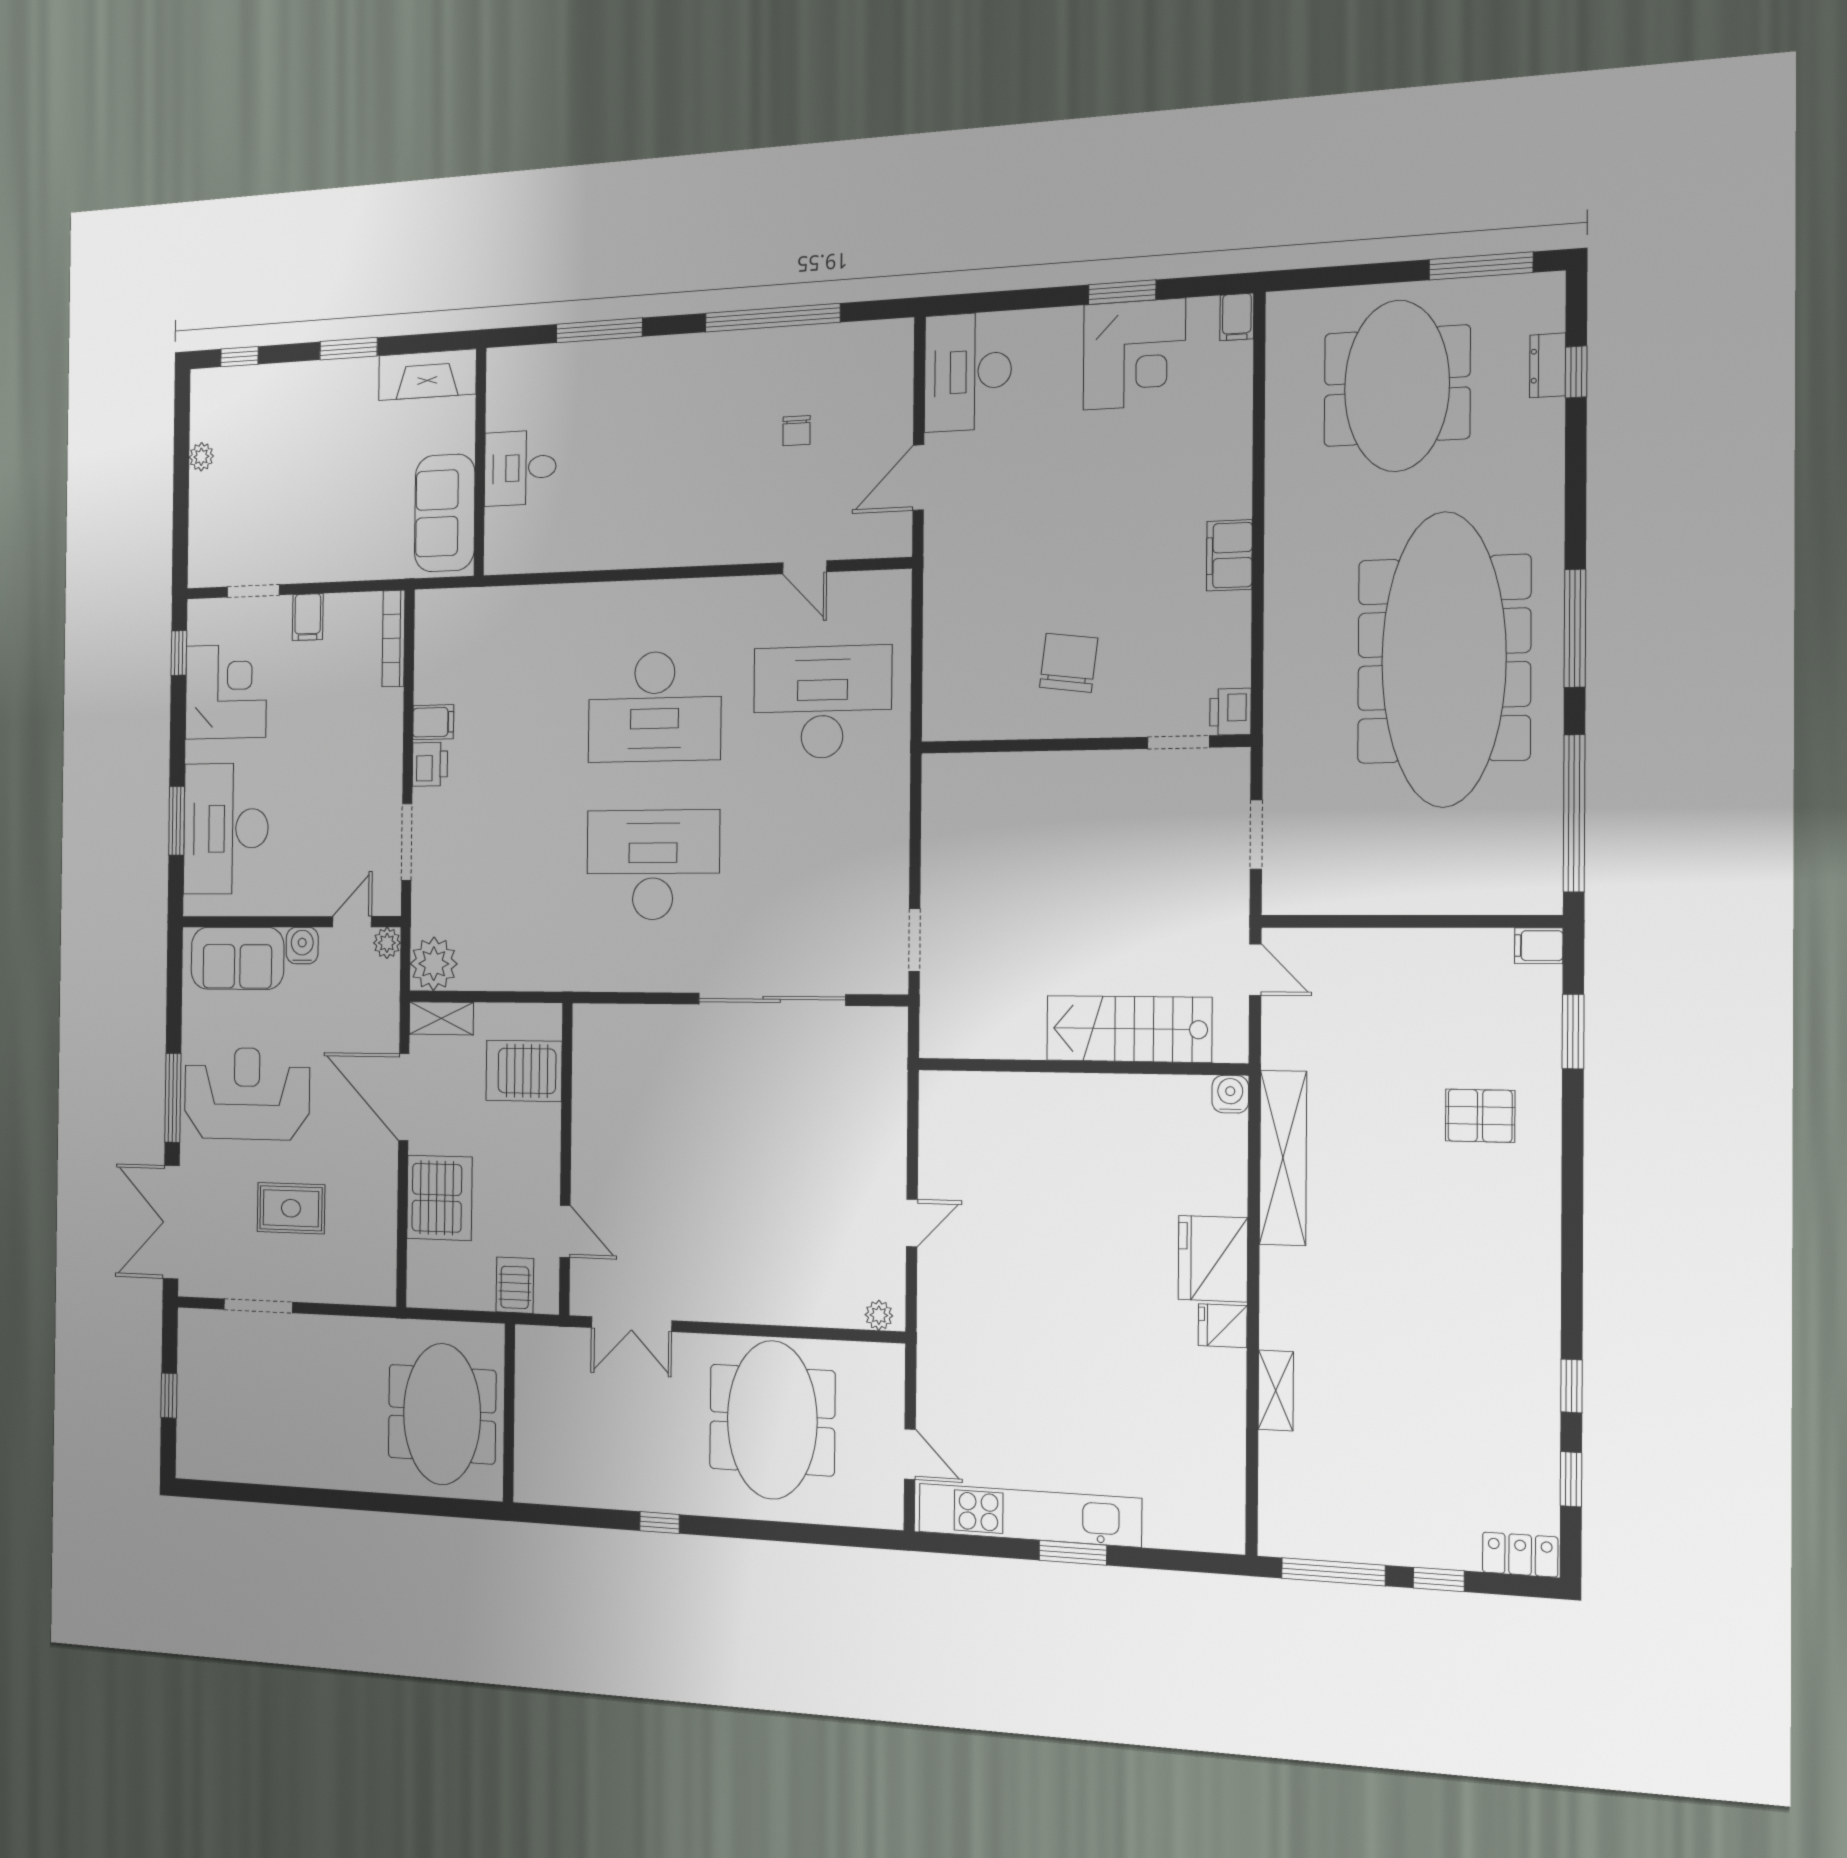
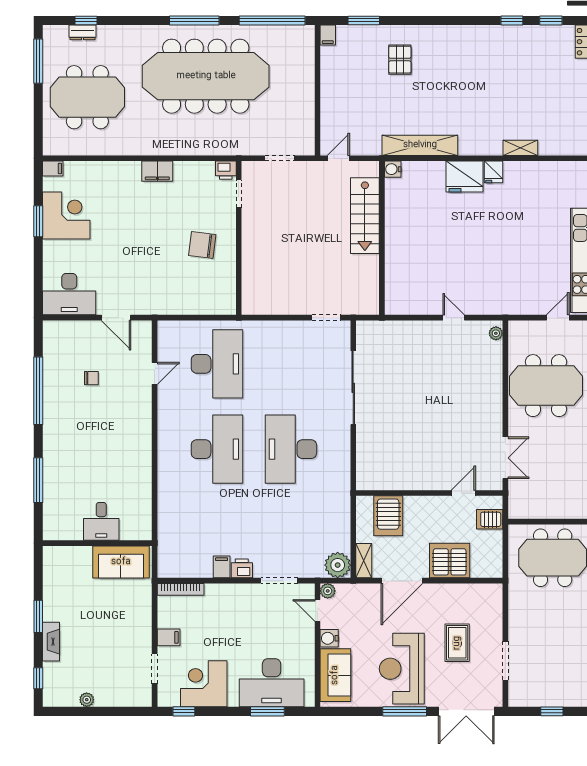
fireplace: (427, 375) -> (51, 642), moved, width x0.73, depth x0.76
desk: (822, 702) -> (217, 364), turned 180

